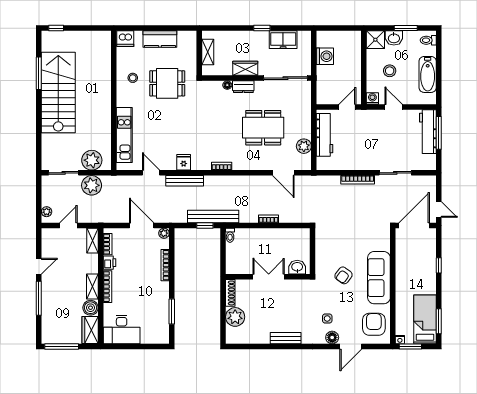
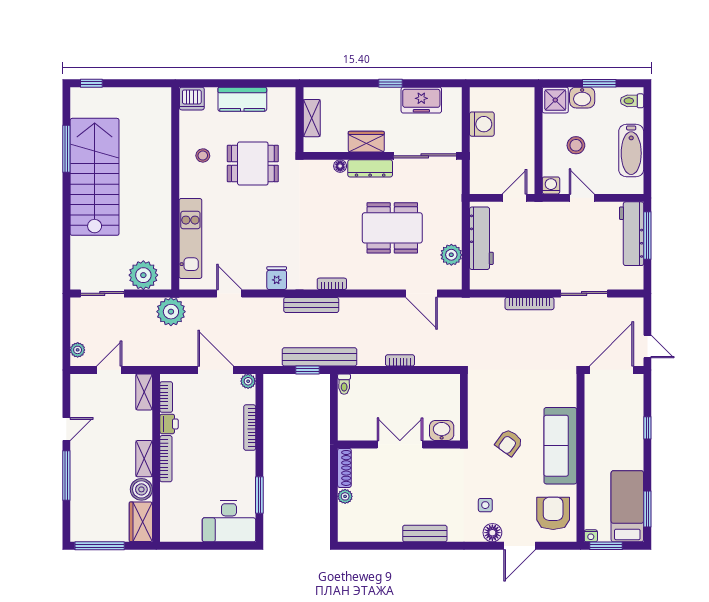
dresser: (243, 87) -> (370, 168), width x1.44
bench: (185, 181) -> (311, 305), moved
plant: (92, 185) -> (171, 312), moved
plant: (235, 317) -> (345, 496), width x0.53, depth x0.53
desk: (122, 329) -> (229, 521), moved

